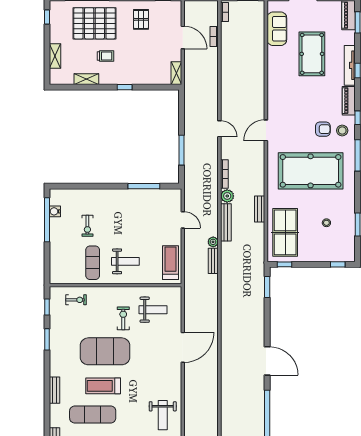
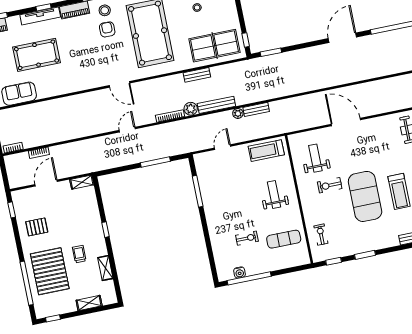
exercise mat: (93, 263) -> (284, 239), moved

